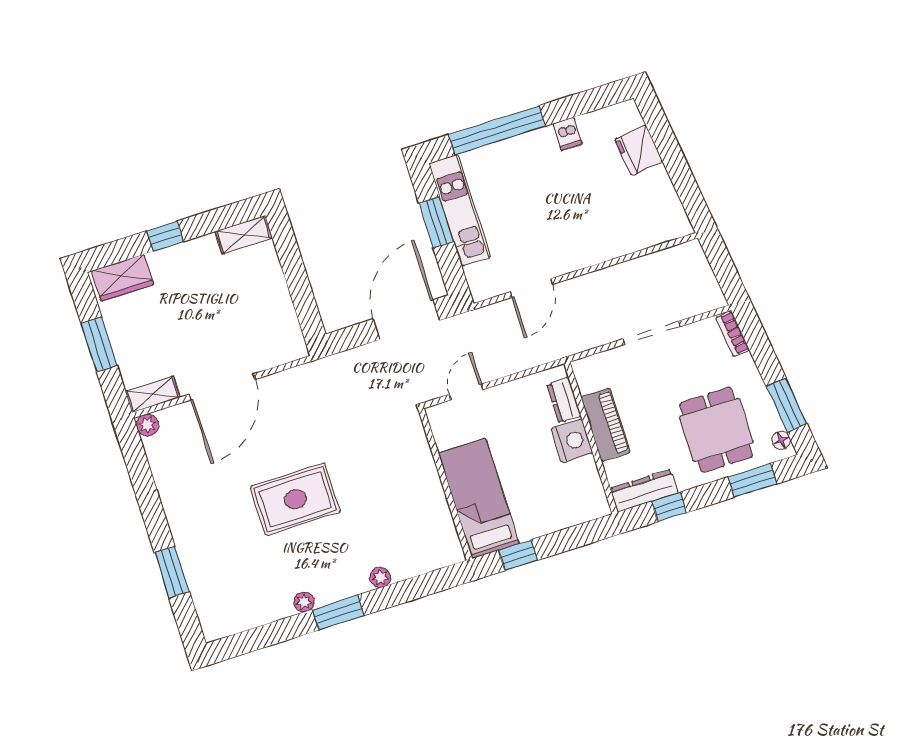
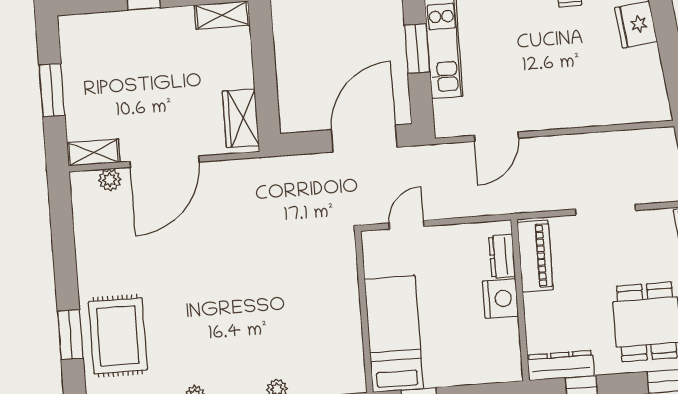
wardrobe: (123, 278) -> (241, 118), moved, turned 90
plant: (147, 425) -> (110, 180), moved
piano: (605, 425) -> (535, 256), moved
rug: (295, 499) -> (118, 336), moved, turned 90

